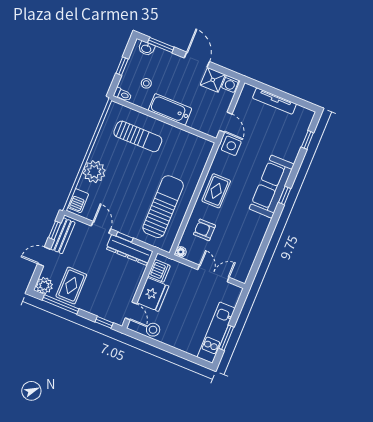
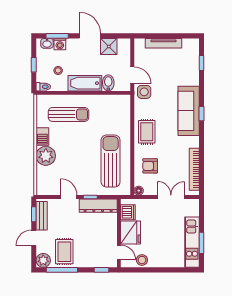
washing machine: (230, 84) -> (60, 44), moved
bidet: (196, 120) -> (108, 83), added
barbecue: (78, 201) -> (42, 136), moved
bookcase: (251, 254) -> (194, 169), added

